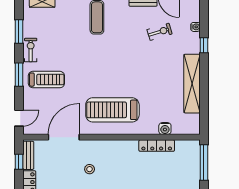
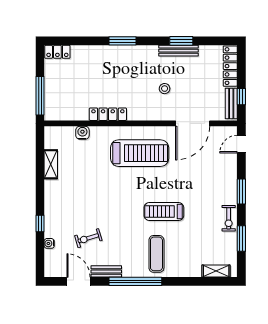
treadmill: (46, 80) -> (164, 212), moved
shelving: (192, 84) -> (51, 164), width x0.45, depth x0.75
locker: (157, 146) -> (108, 114), moved

